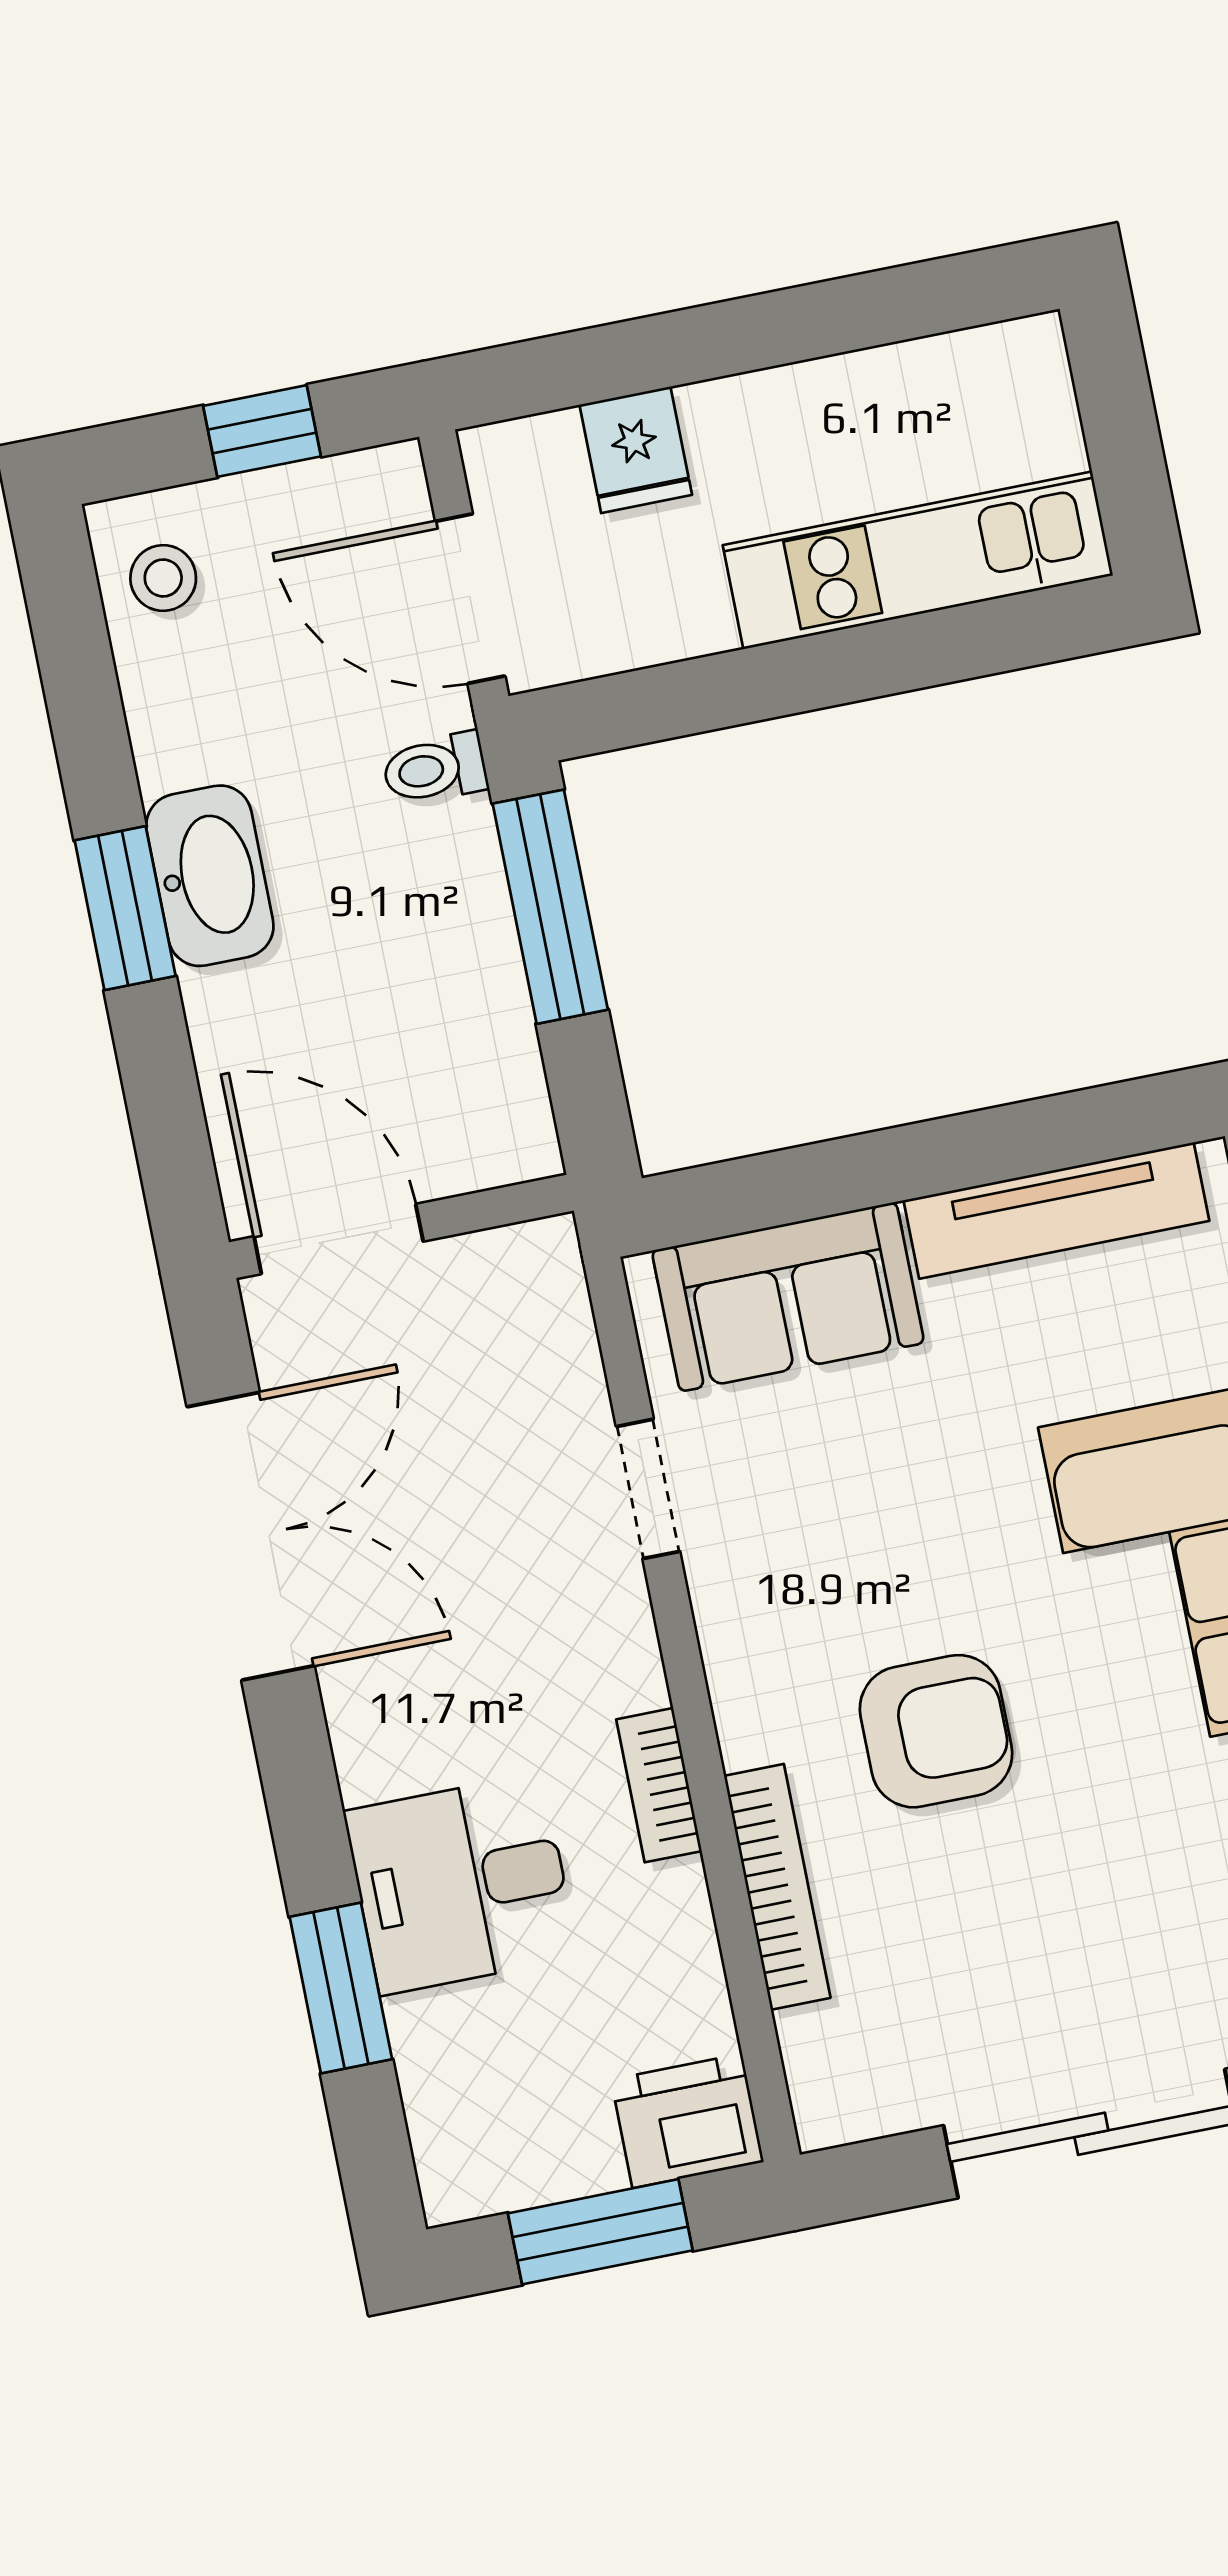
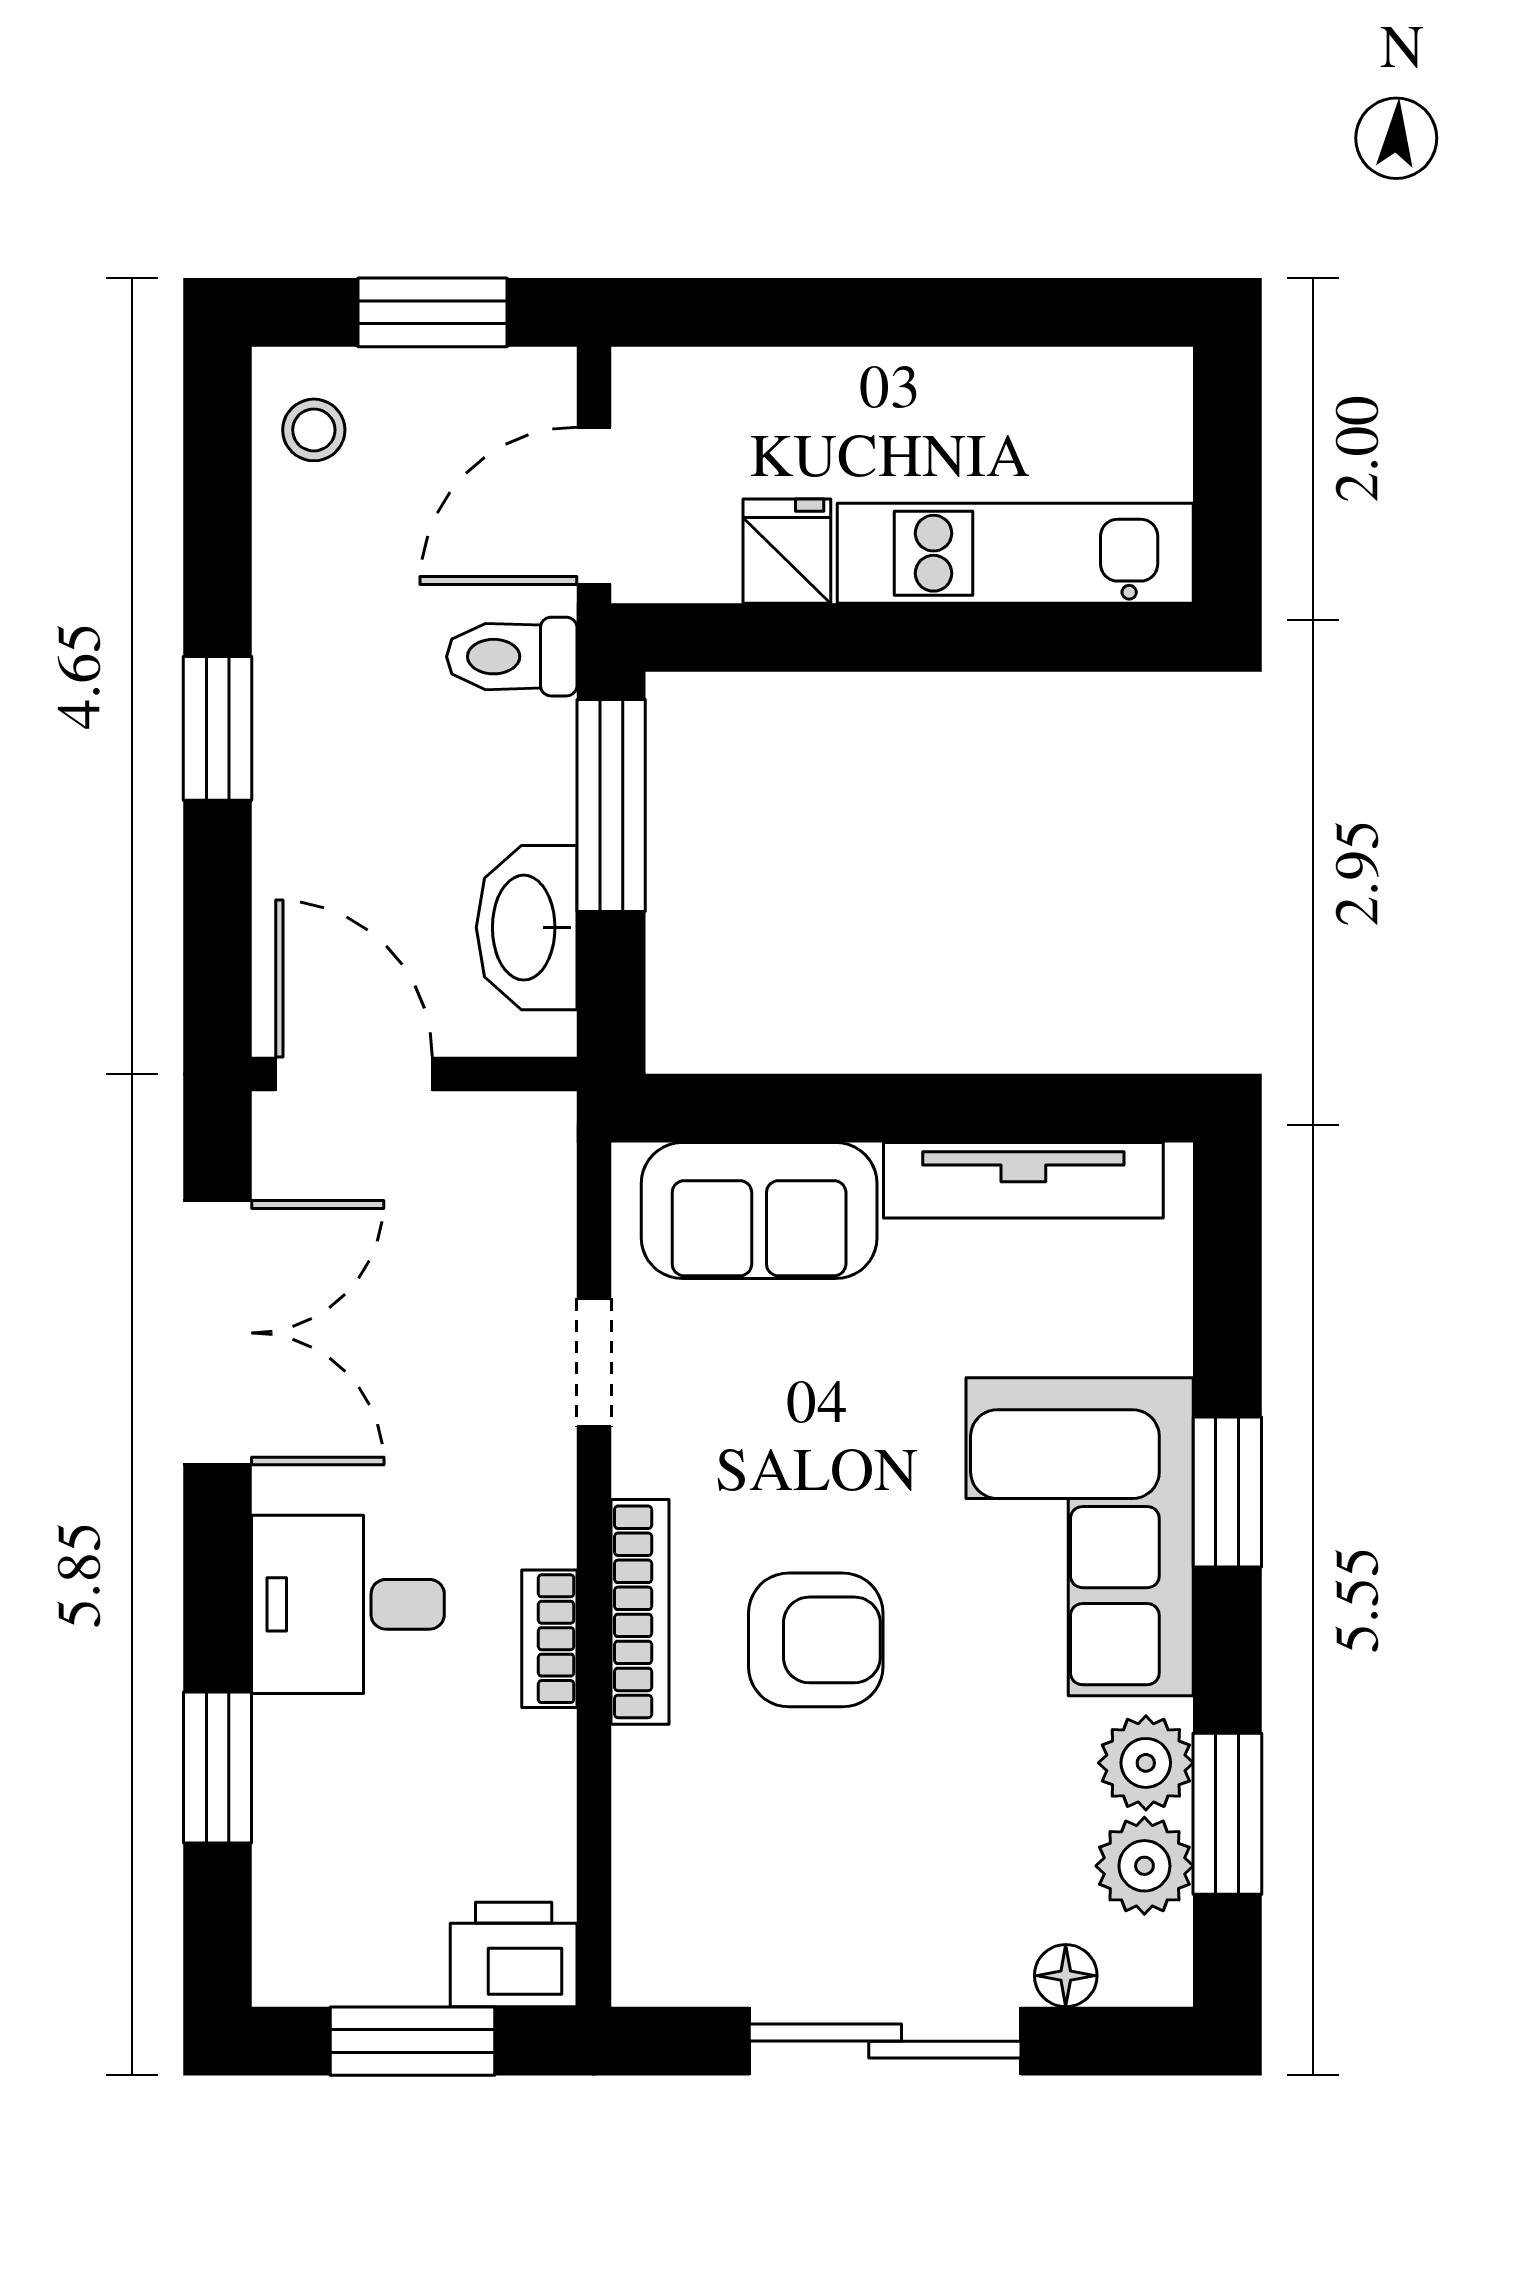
window: (262, 431) -> (433, 312), width x1.50
fridge: (636, 450) -> (787, 551), moved, turned 180
door: (470, 599) -> (594, 506), hinge flipped
toilet: (435, 769) -> (512, 657), width x1.37, depth x1.39
washbasin: (210, 876) -> (527, 928), moved, turned 180
desk: (461, 1884) -> (348, 1604), moved
bookcase: (777, 1887) -> (640, 1612), moved

